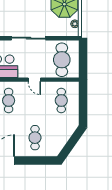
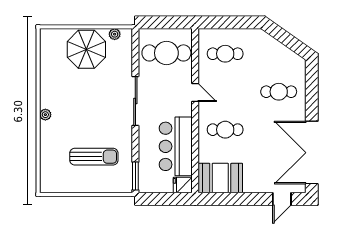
door: (34, 80) -> (195, 93), hinge flipped

